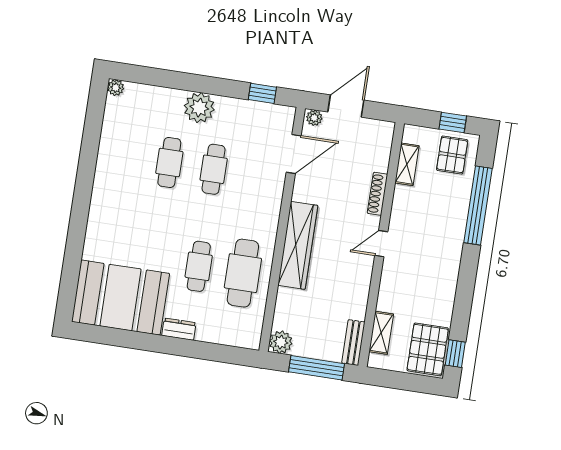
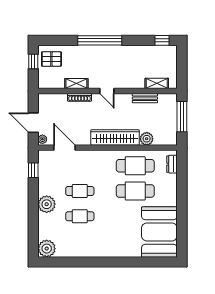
plant: (116, 88) -> (47, 249), width x1.87, depth x1.87
shelving: (407, 164) -> (76, 84), moved
window: (478, 205) -> (100, 40), moved
cafe table: (199, 266) -> (135, 191), width x1.37, depth x1.35
dresser: (179, 329) -> (172, 164), moved
plant: (281, 342) -> (147, 139), moved
bench: (353, 343) -> (145, 98), moved
pallet: (428, 349) -> (162, 56), removed

